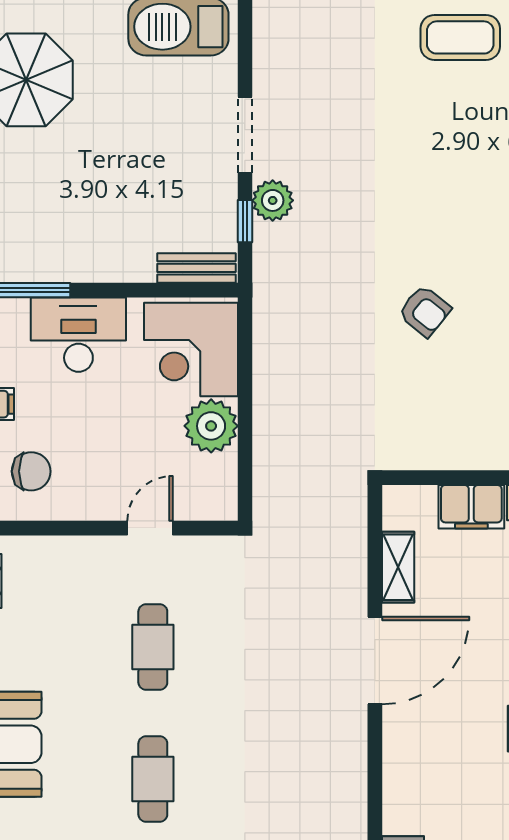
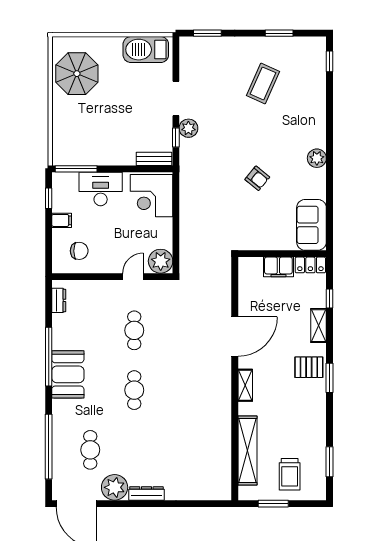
coffee table: (460, 37) -> (263, 83), moved, turned -66
plant: (211, 426) -> (161, 261), moved
shelving: (398, 567) -> (245, 385), moved

